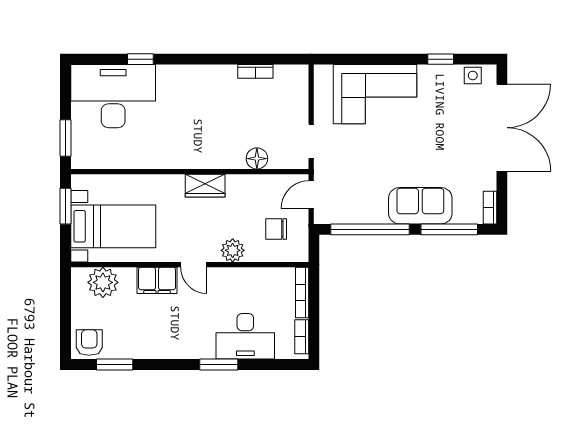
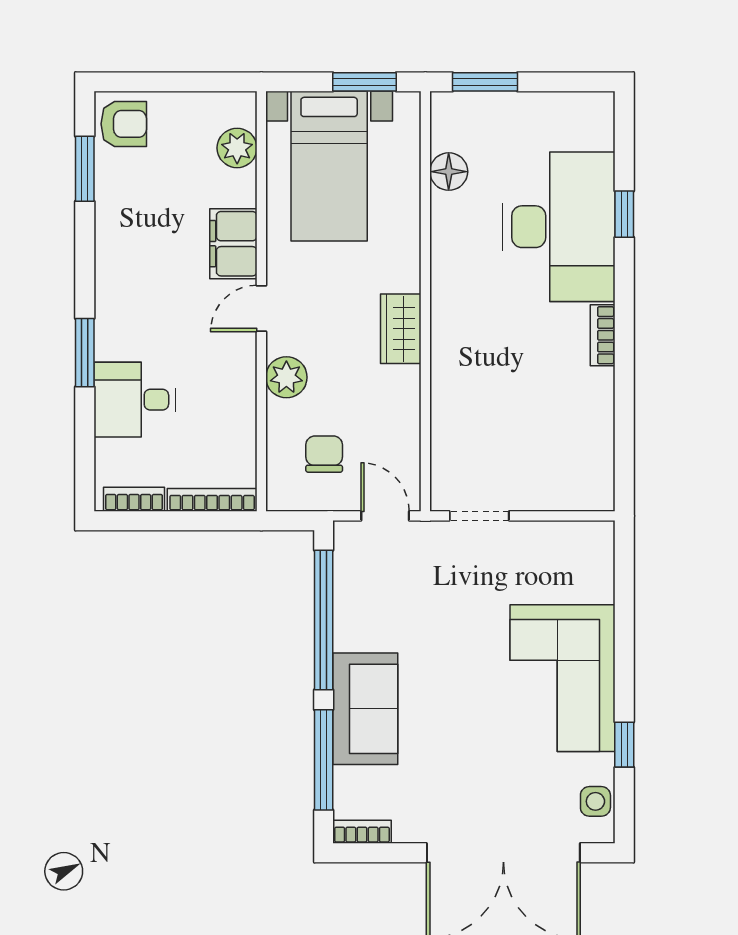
bookcase: (255, 71) -> (603, 335), moved
corner sofa: (375, 94) -> (563, 678), moved
desk: (113, 96) -> (559, 227), moved
floor lamp: (257, 159) -> (449, 172), moved
plant: (103, 282) -> (237, 148), width x0.73, depth x0.73
desk: (245, 336) -> (135, 400), width x0.73

